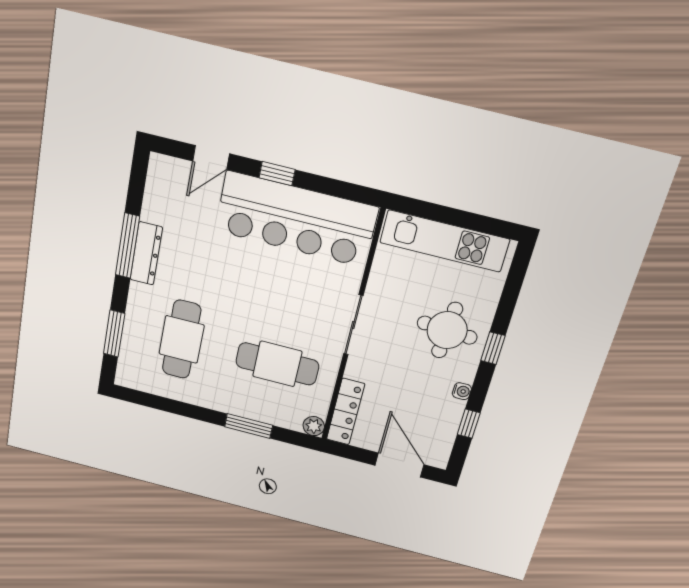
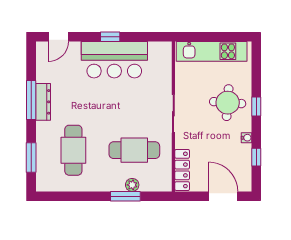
door: (211, 157) -> (58, 37), moved
bar counter: (296, 219) -> (114, 60), width x0.73
plant: (314, 426) -> (132, 185), moved

